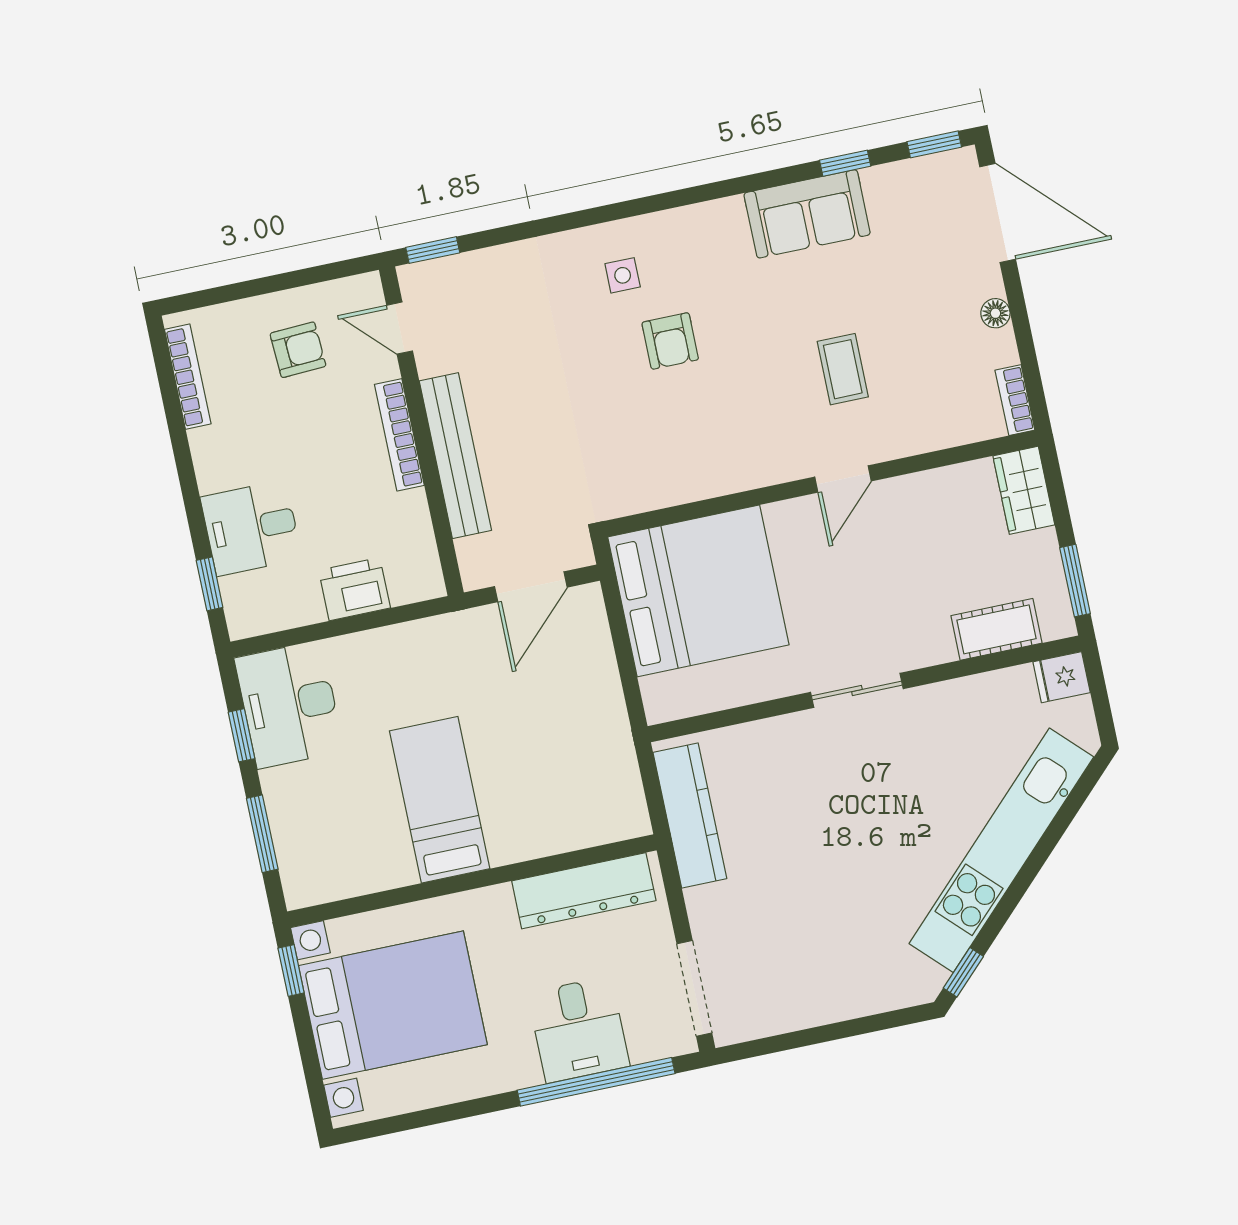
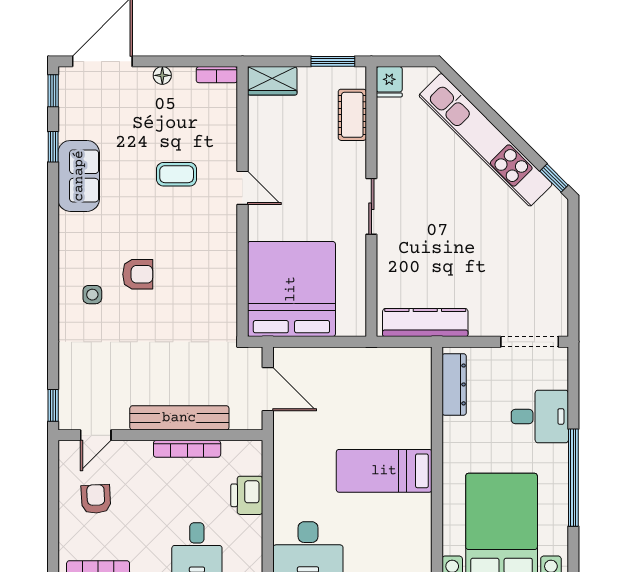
bookcase: (399, 435) -> (187, 449), moved
dresser: (584, 891) -> (454, 384), width x0.73, depth x0.80
window: (596, 1082) -> (573, 478), moved

